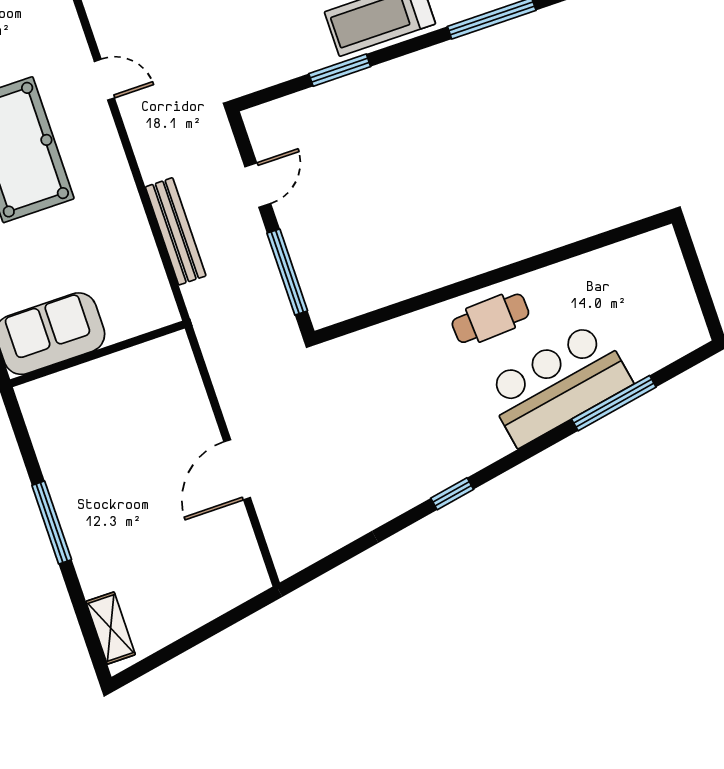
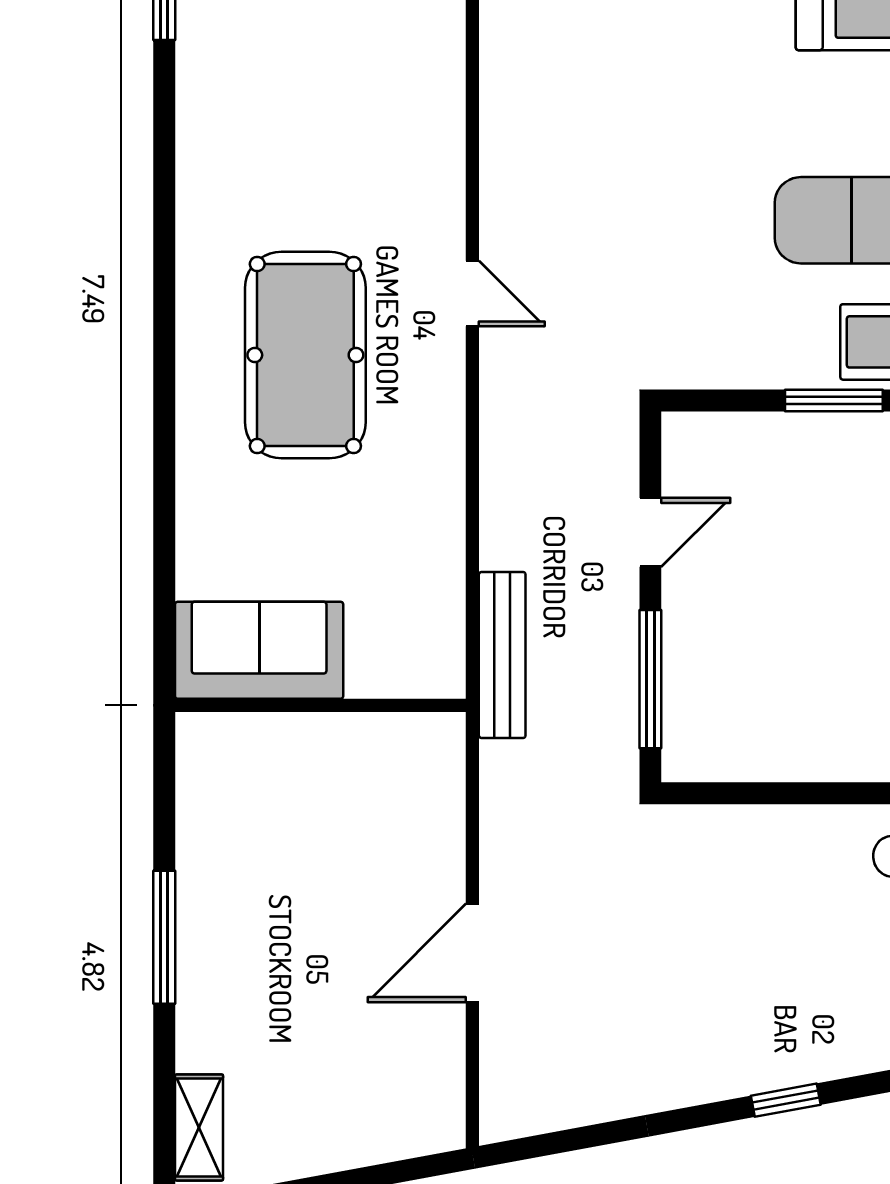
bench: (176, 231) -> (502, 655), moved

